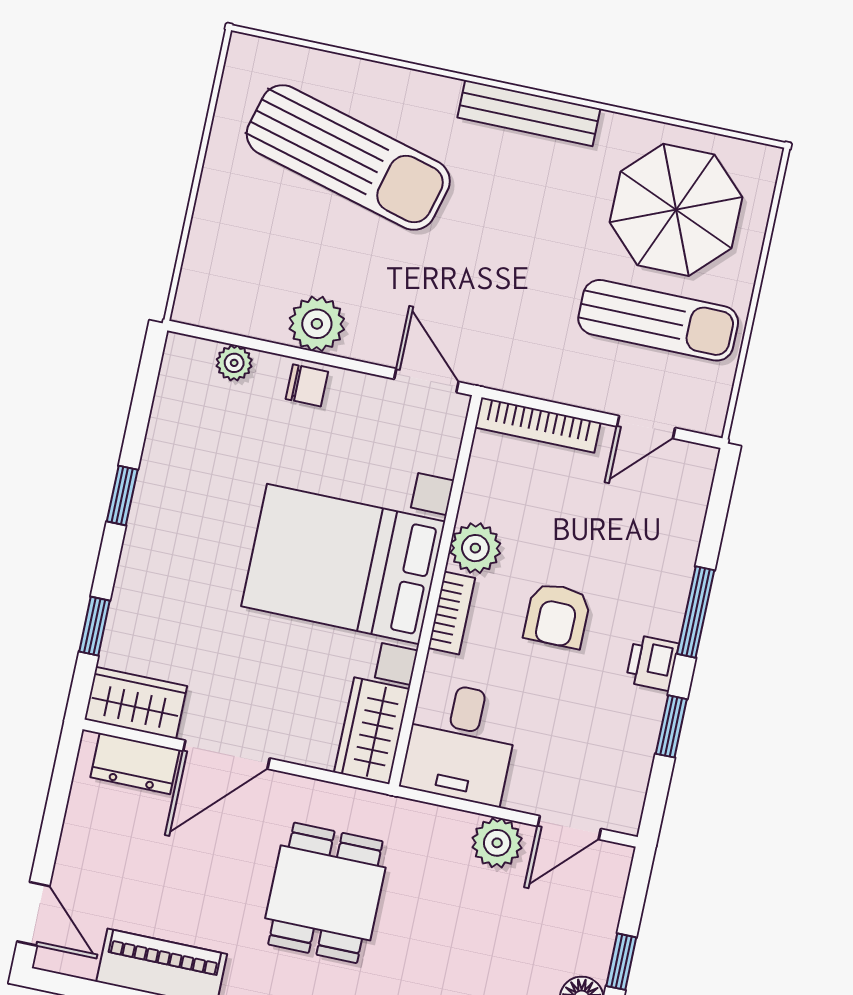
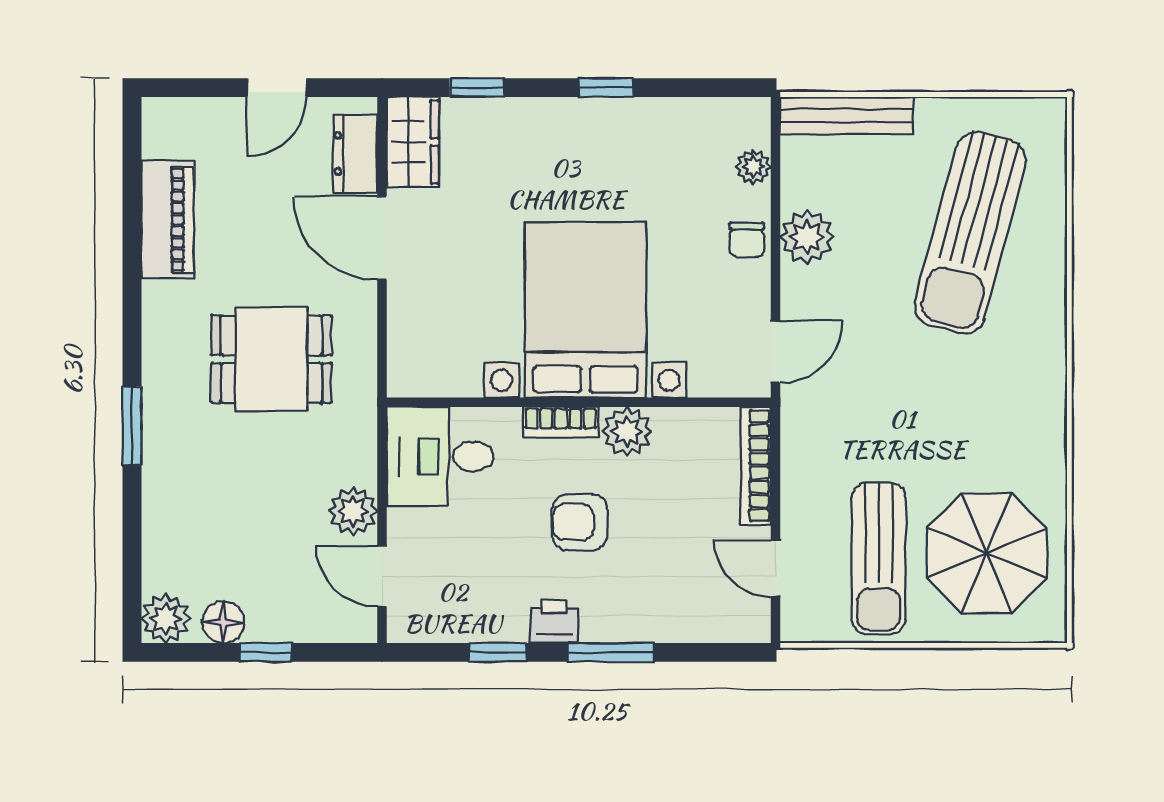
bench: (529, 113) -> (847, 115), moved, turned 90
wardrobe: (372, 731) -> (434, 370), removed
door: (33, 914) -> (277, 88), moved

